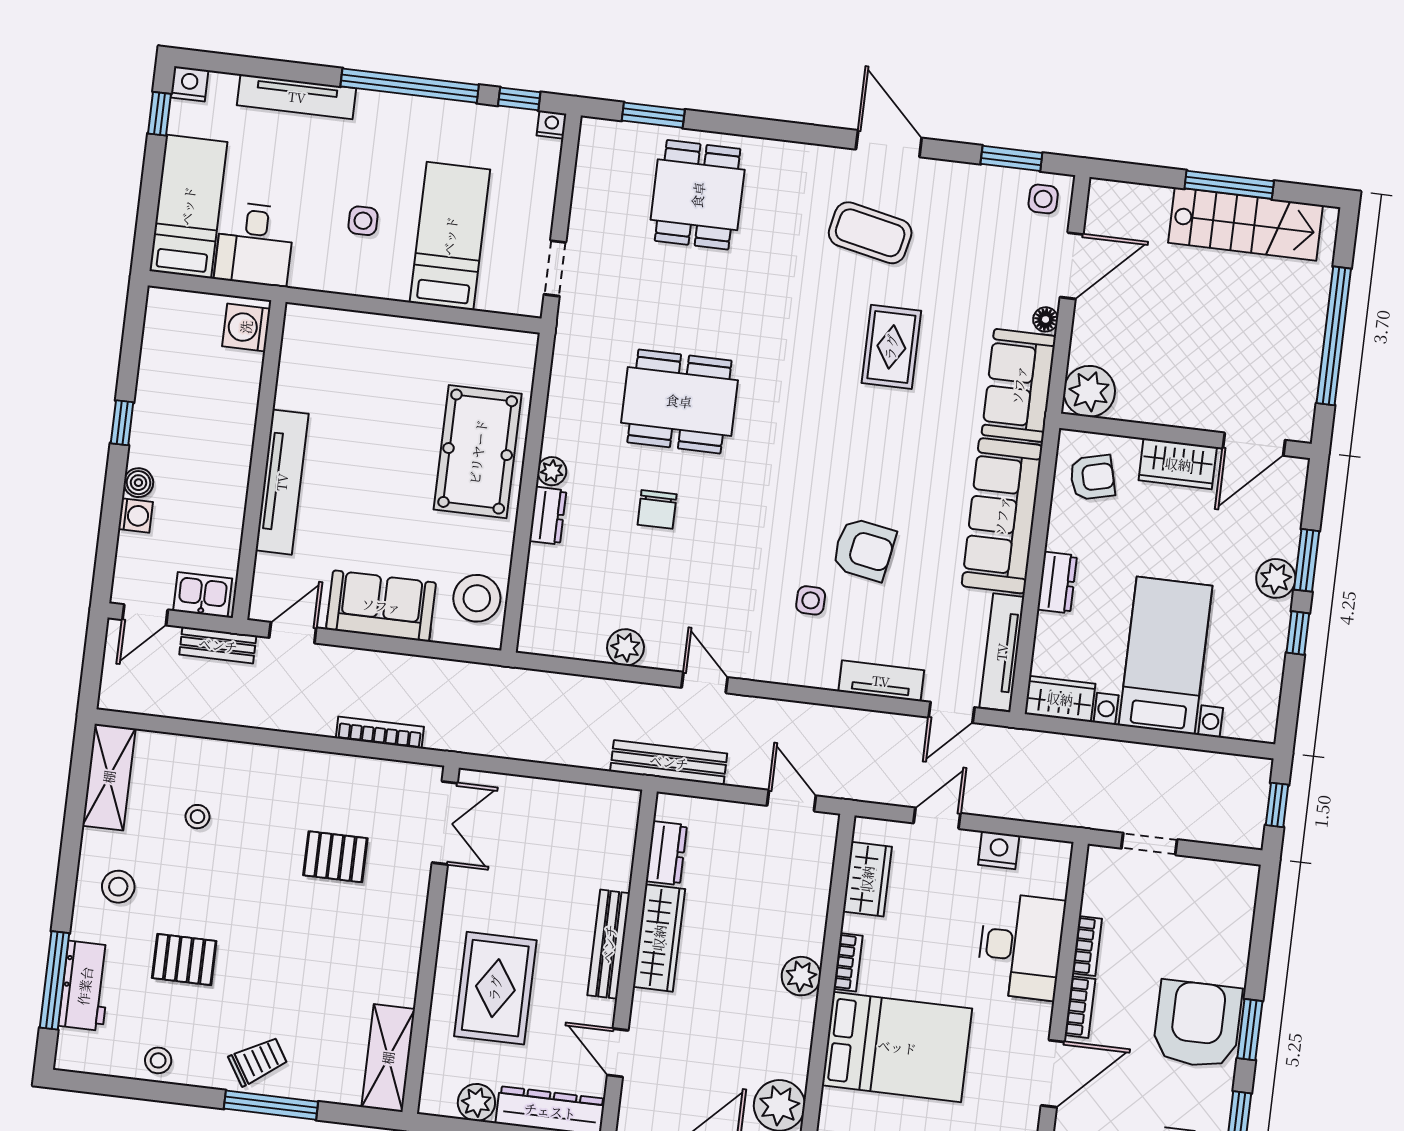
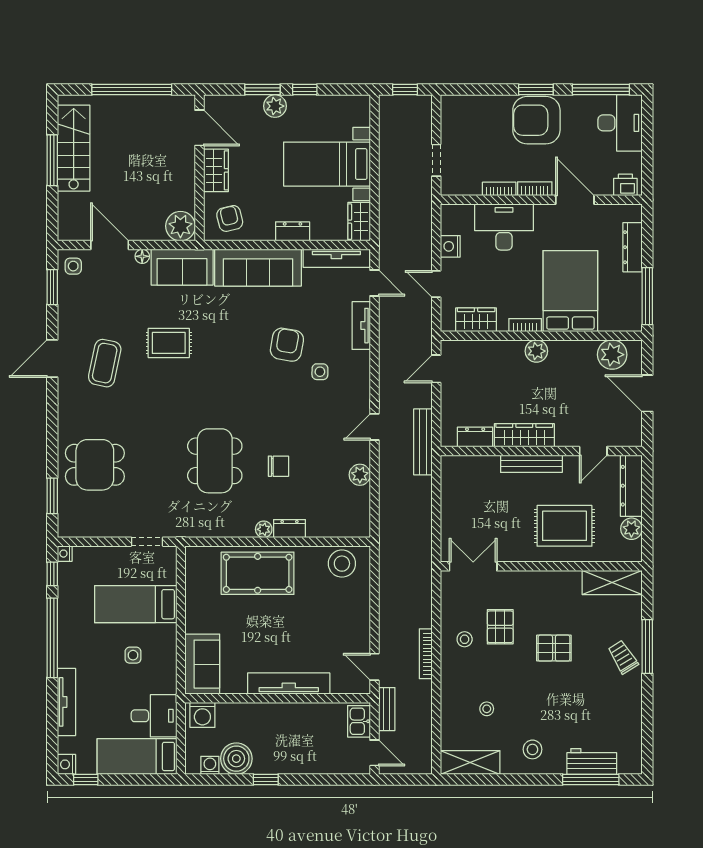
boiler: (138, 483) -> (236, 759), moved, width x1.86, depth x1.86
washing machine: (136, 516) -> (210, 765), moved
sofa: (381, 606) -> (202, 664), moved, turned 180
bookcase: (380, 733) -> (426, 654), moved
pallet: (184, 959) -> (554, 648), moved, turned 90
stool: (158, 1060) -> (465, 639), moved

